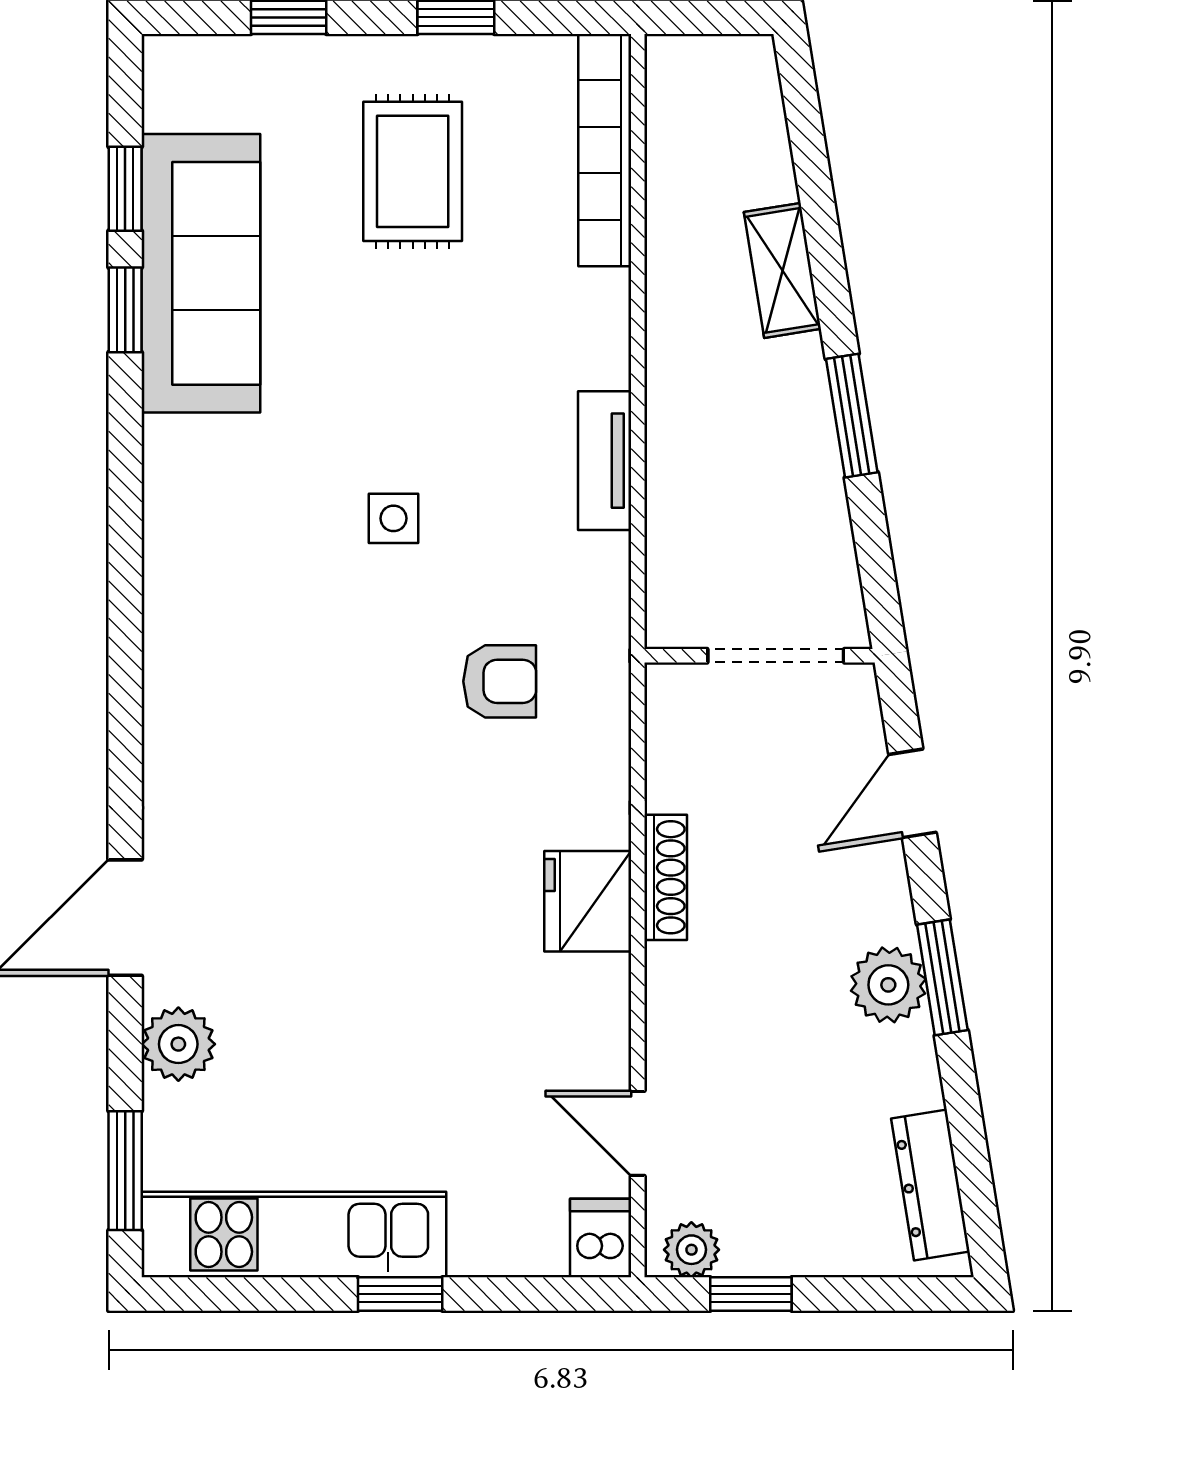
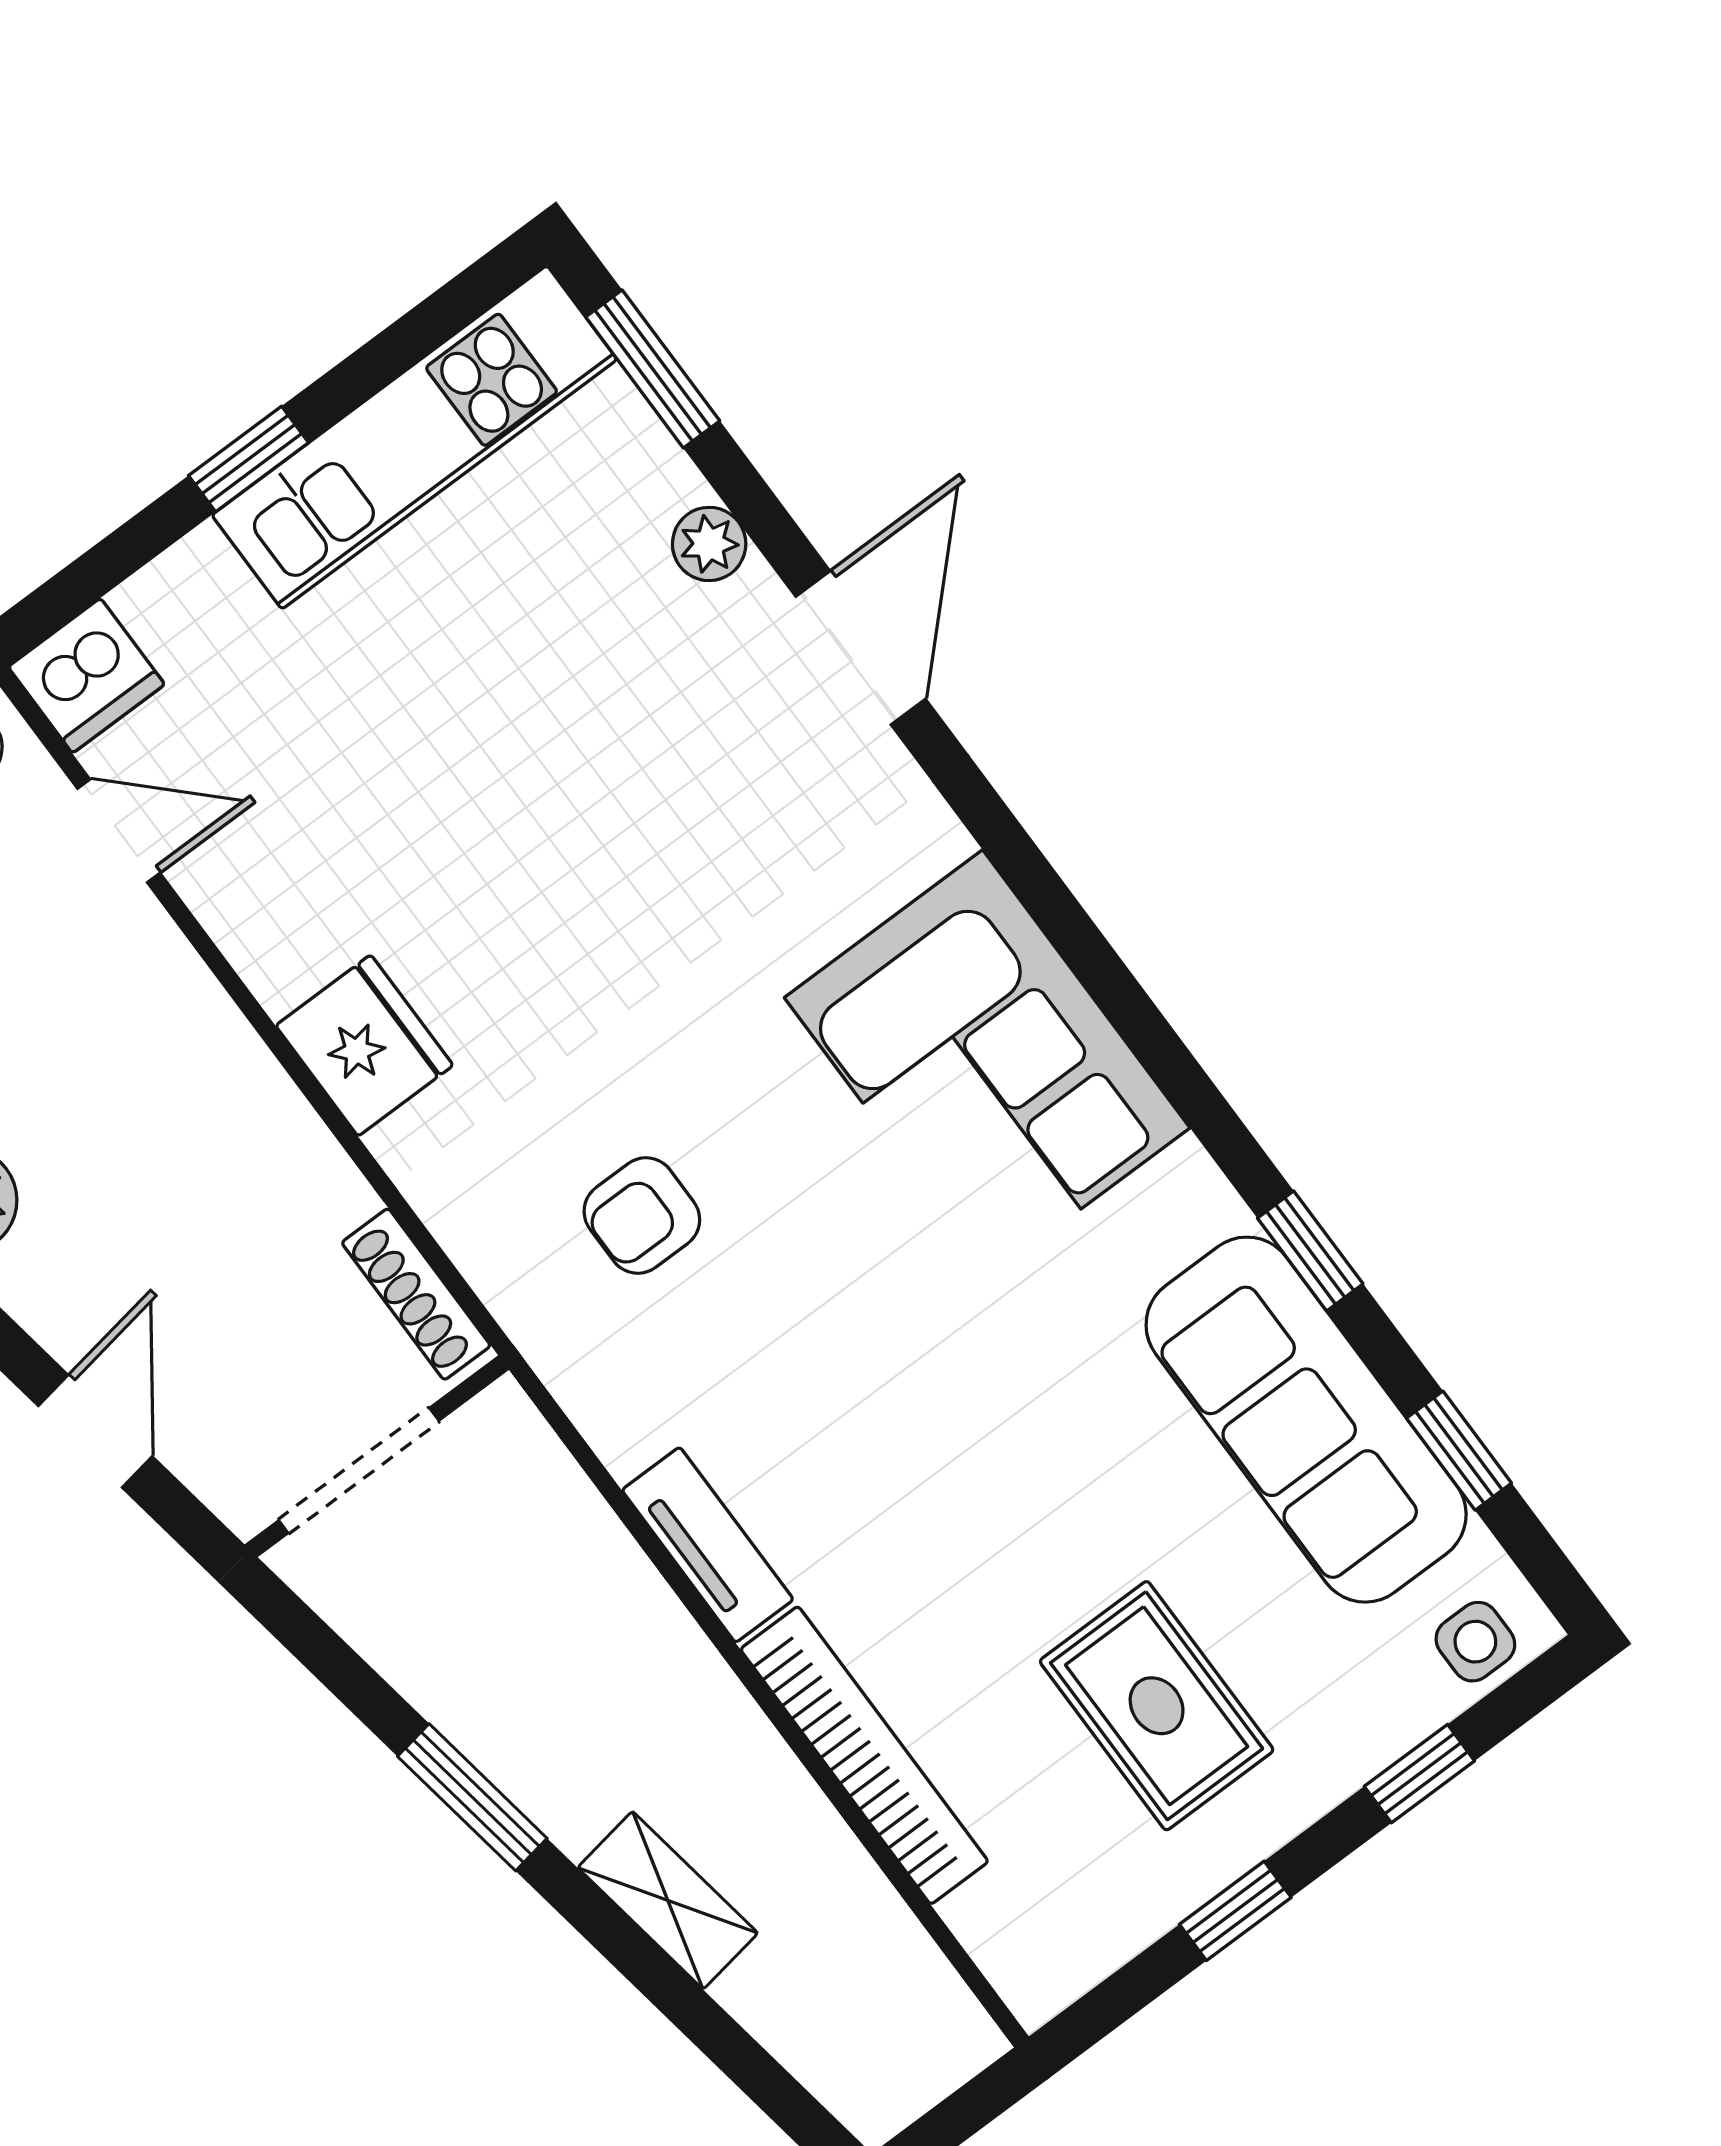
bookcase: (605, 150) -> (864, 1755), moved
window: (125, 310) -> (1310, 1251), moved
side table: (393, 518) -> (1475, 1642), moved
corner sofa: (232, 620) -> (987, 1063), added
shoe rack: (666, 877) -> (416, 1294), moved
plant: (178, 1044) -> (709, 544), width x0.73, depth x0.73
dishwasher: (601, 1238) -> (86, 676), width x1.38

